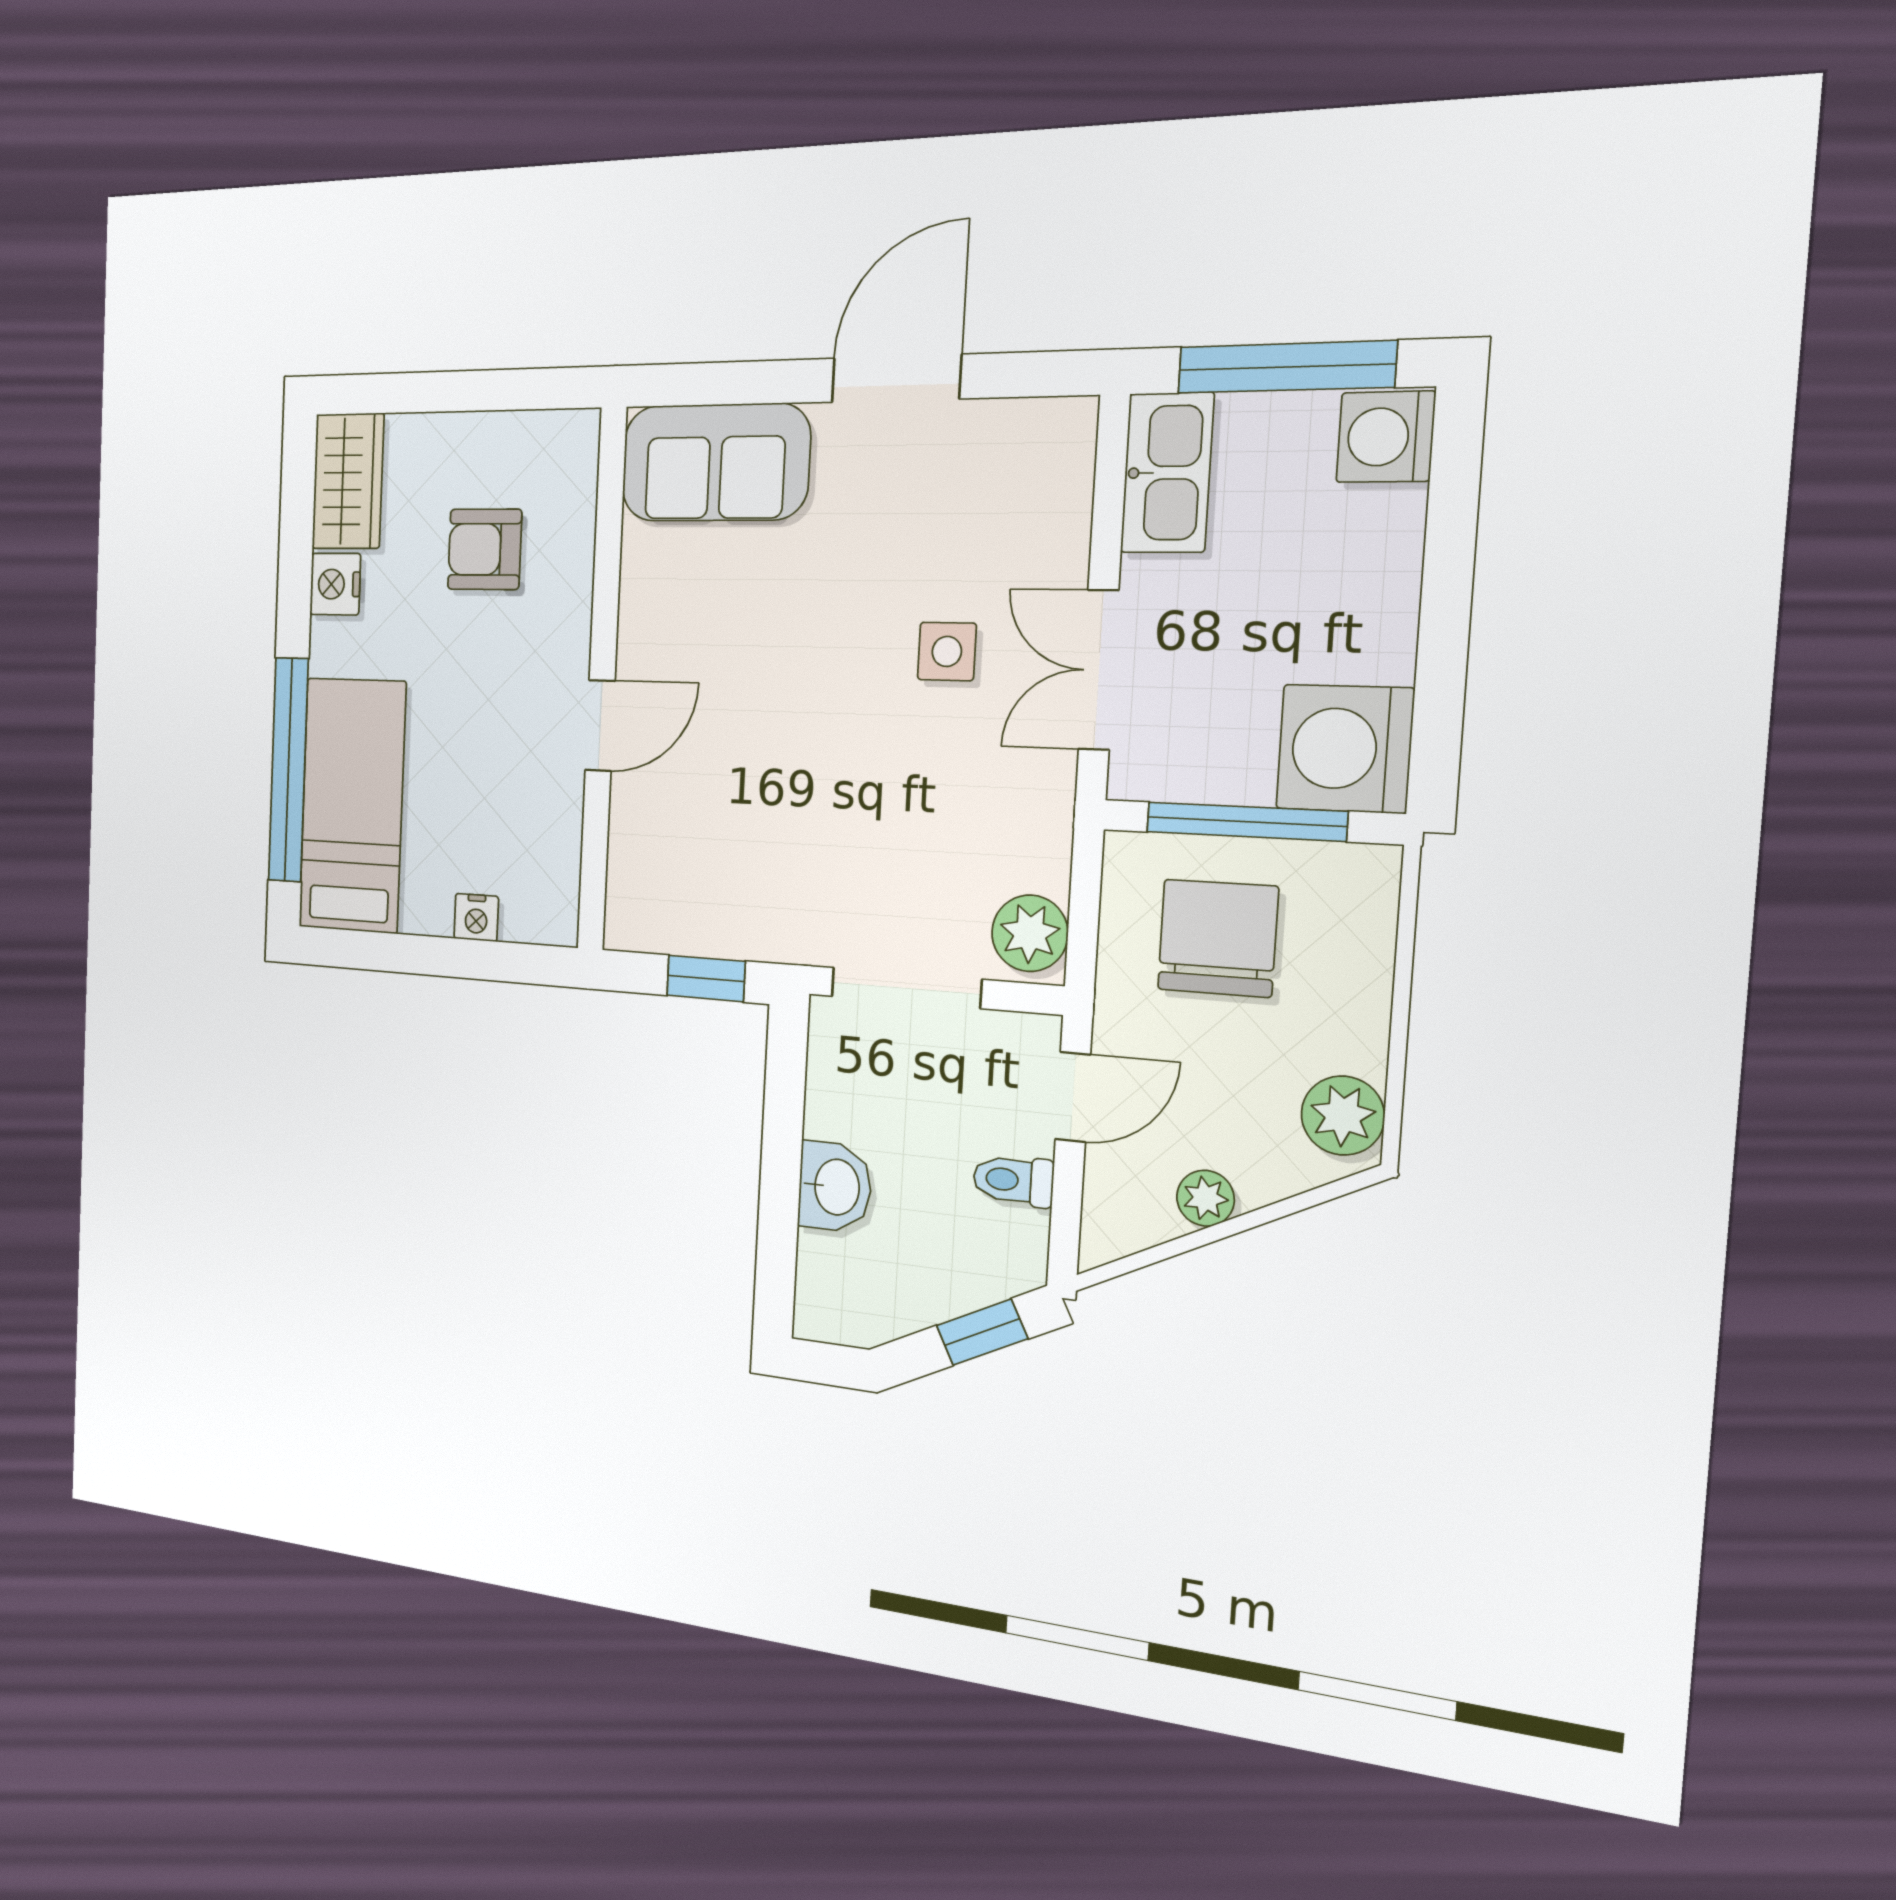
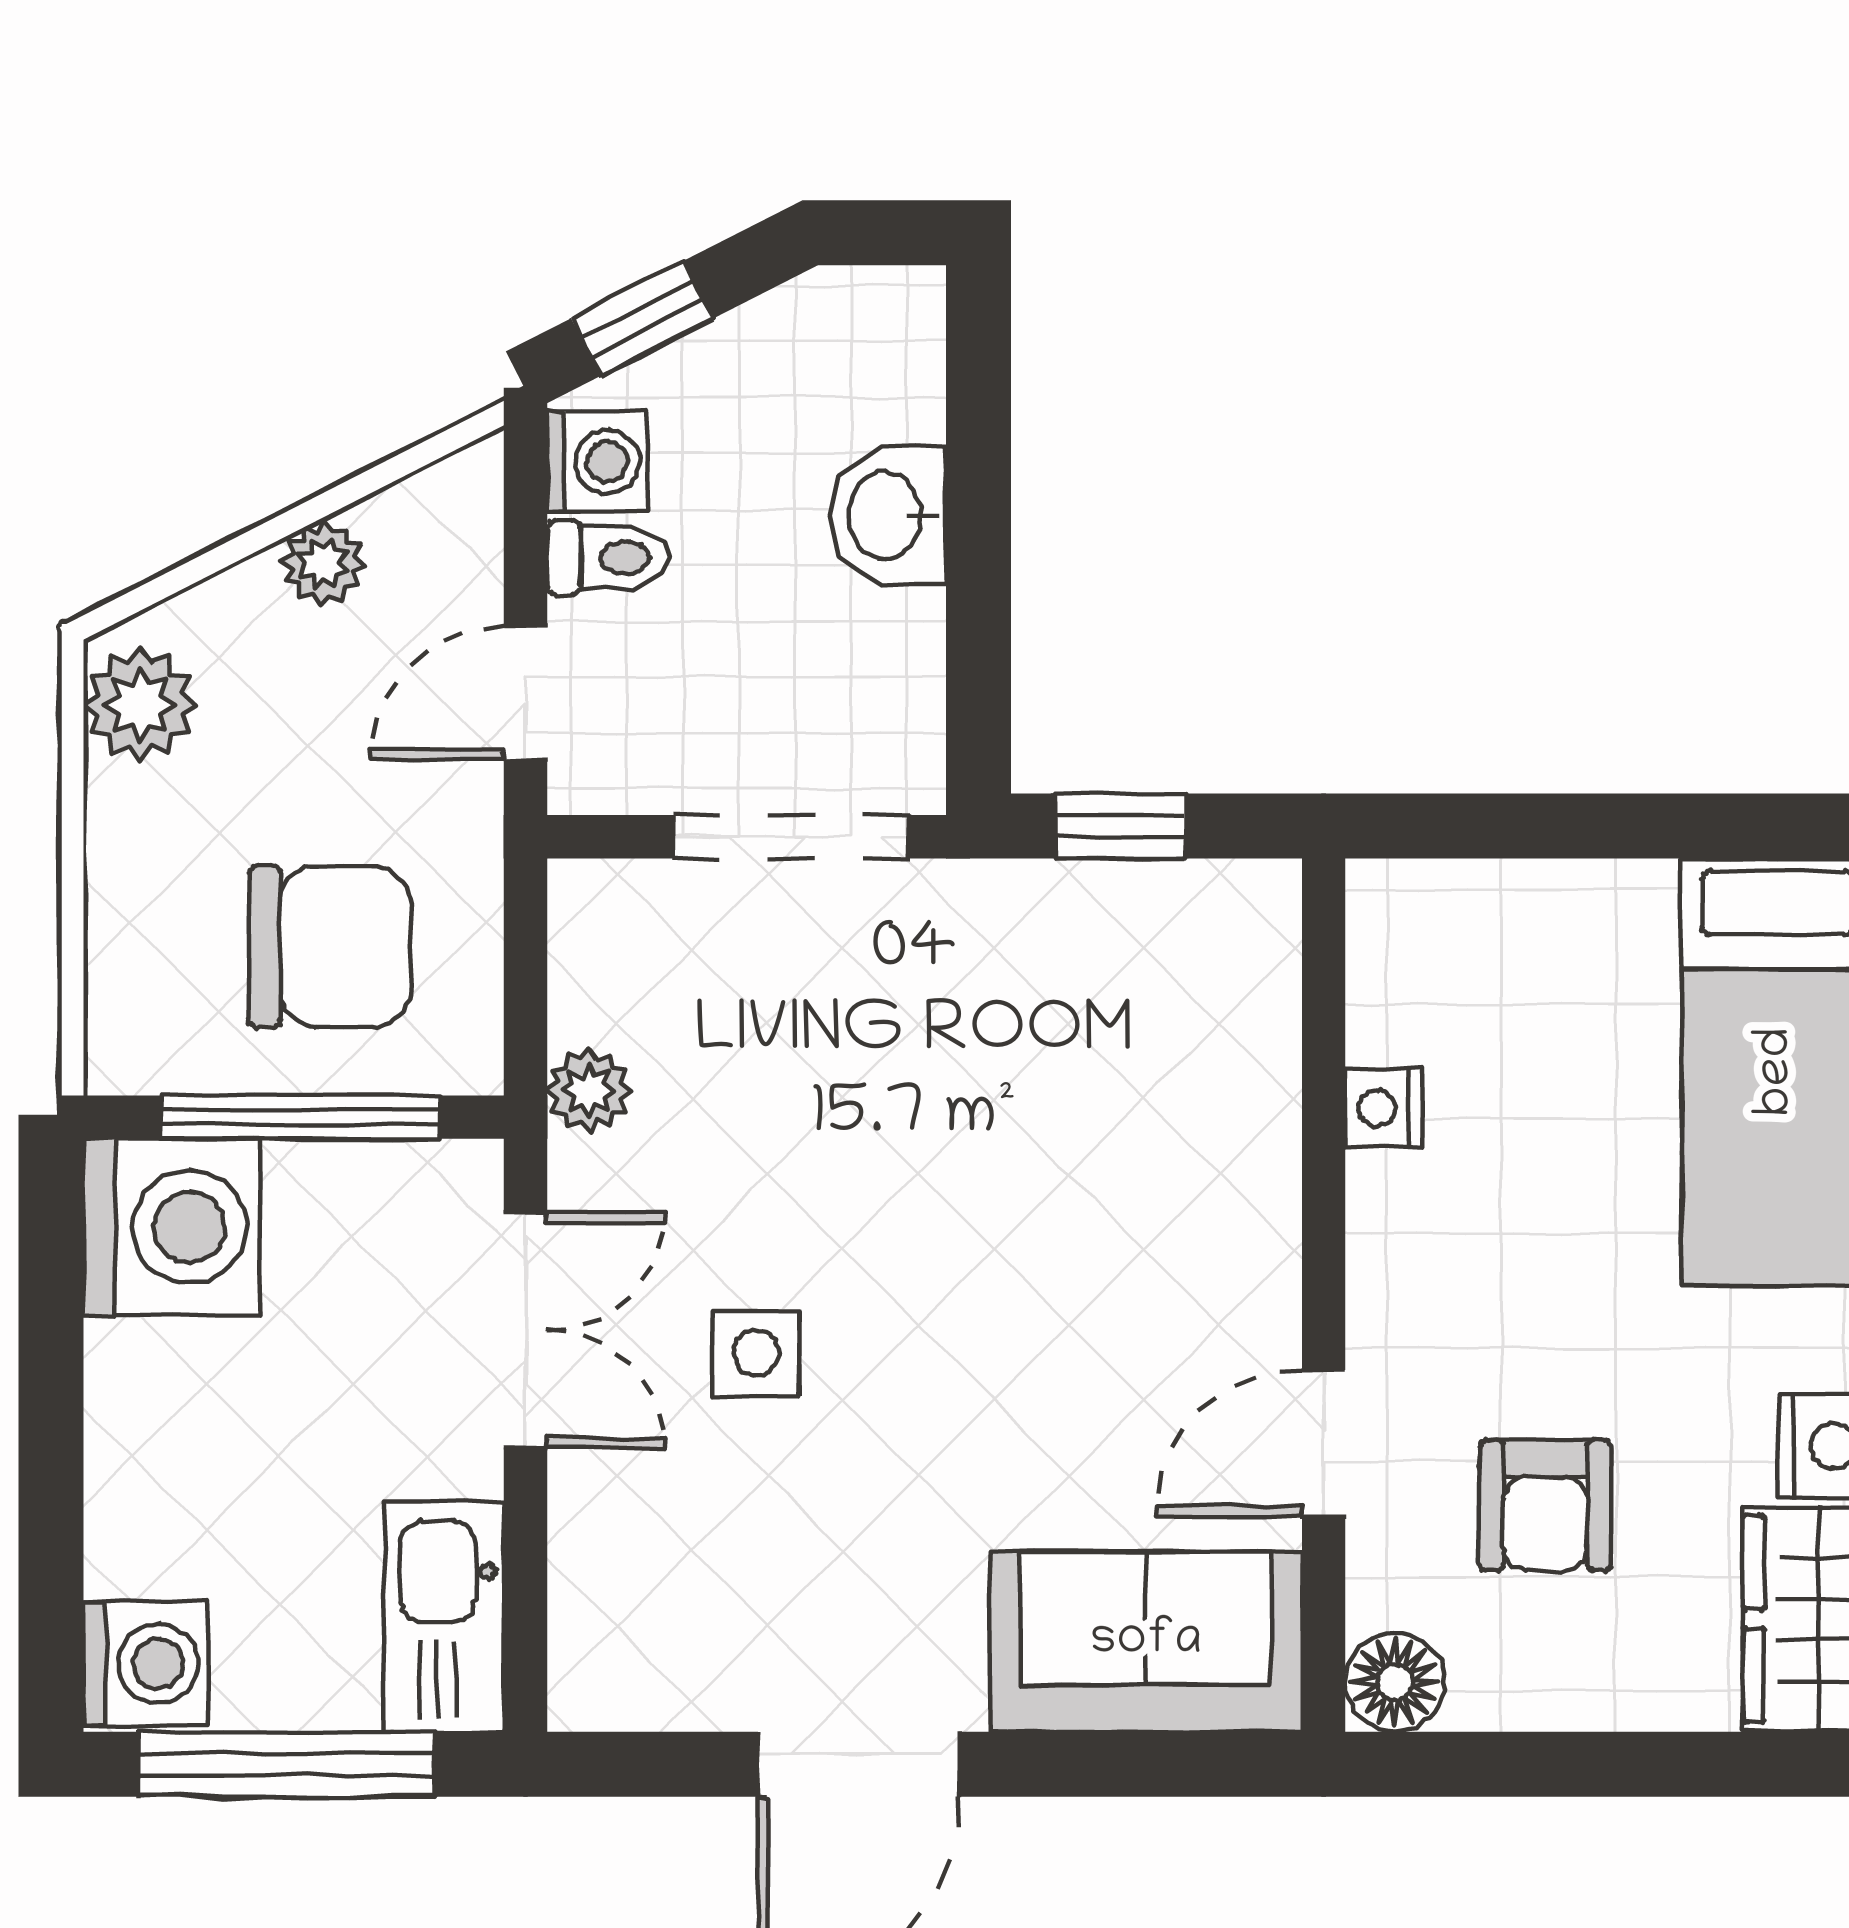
floor lamp: (572, 439) -> (1395, 1682), added
armchair: (485, 549) -> (1545, 1505), turned 90
door: (600, 726) -> (1324, 1443), moved
nightstand: (476, 917) -> (1383, 1108), moved, turned -90
plant: (1030, 933) -> (589, 1091), moved, width x0.73, depth x0.73
chair: (1218, 938) -> (330, 946), turned -90
washing machine: (1017, 1244) -> (597, 462), added

